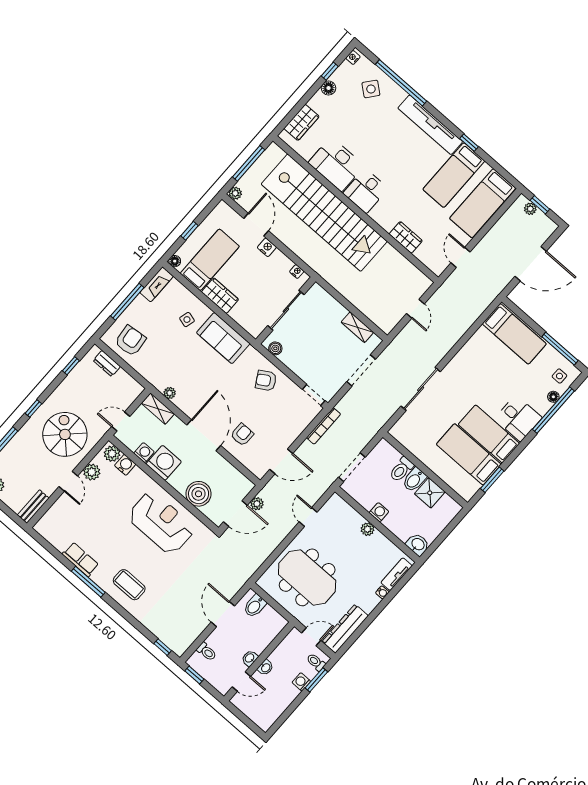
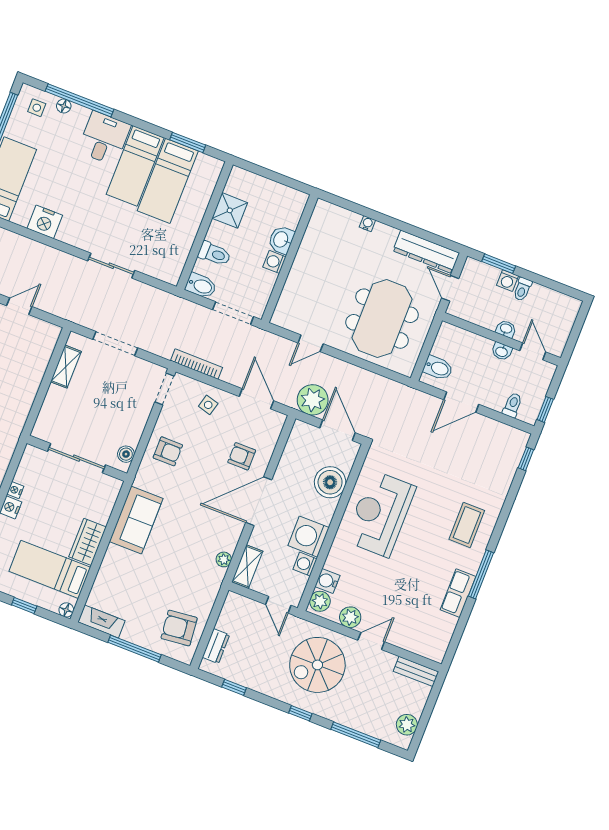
nightstand: (297, 271) -> (15, 490), moved
side table: (187, 320) -> (208, 405), moved
nightstand: (472, 351) -> (45, 222), added
armchair: (266, 381) -> (168, 451), turned -59
sliding door: (421, 389) -> (111, 266), width x0.73
bidet: (414, 480) -> (201, 286), moved
plant: (257, 504) -> (313, 400), width x1.88, depth x1.88
plant: (368, 529) -> (299, 268), removed
washbasin: (418, 544) -> (281, 240), moved
tv unit: (397, 574) -> (340, 215), removed
toilet: (316, 662) -> (522, 289), moved

